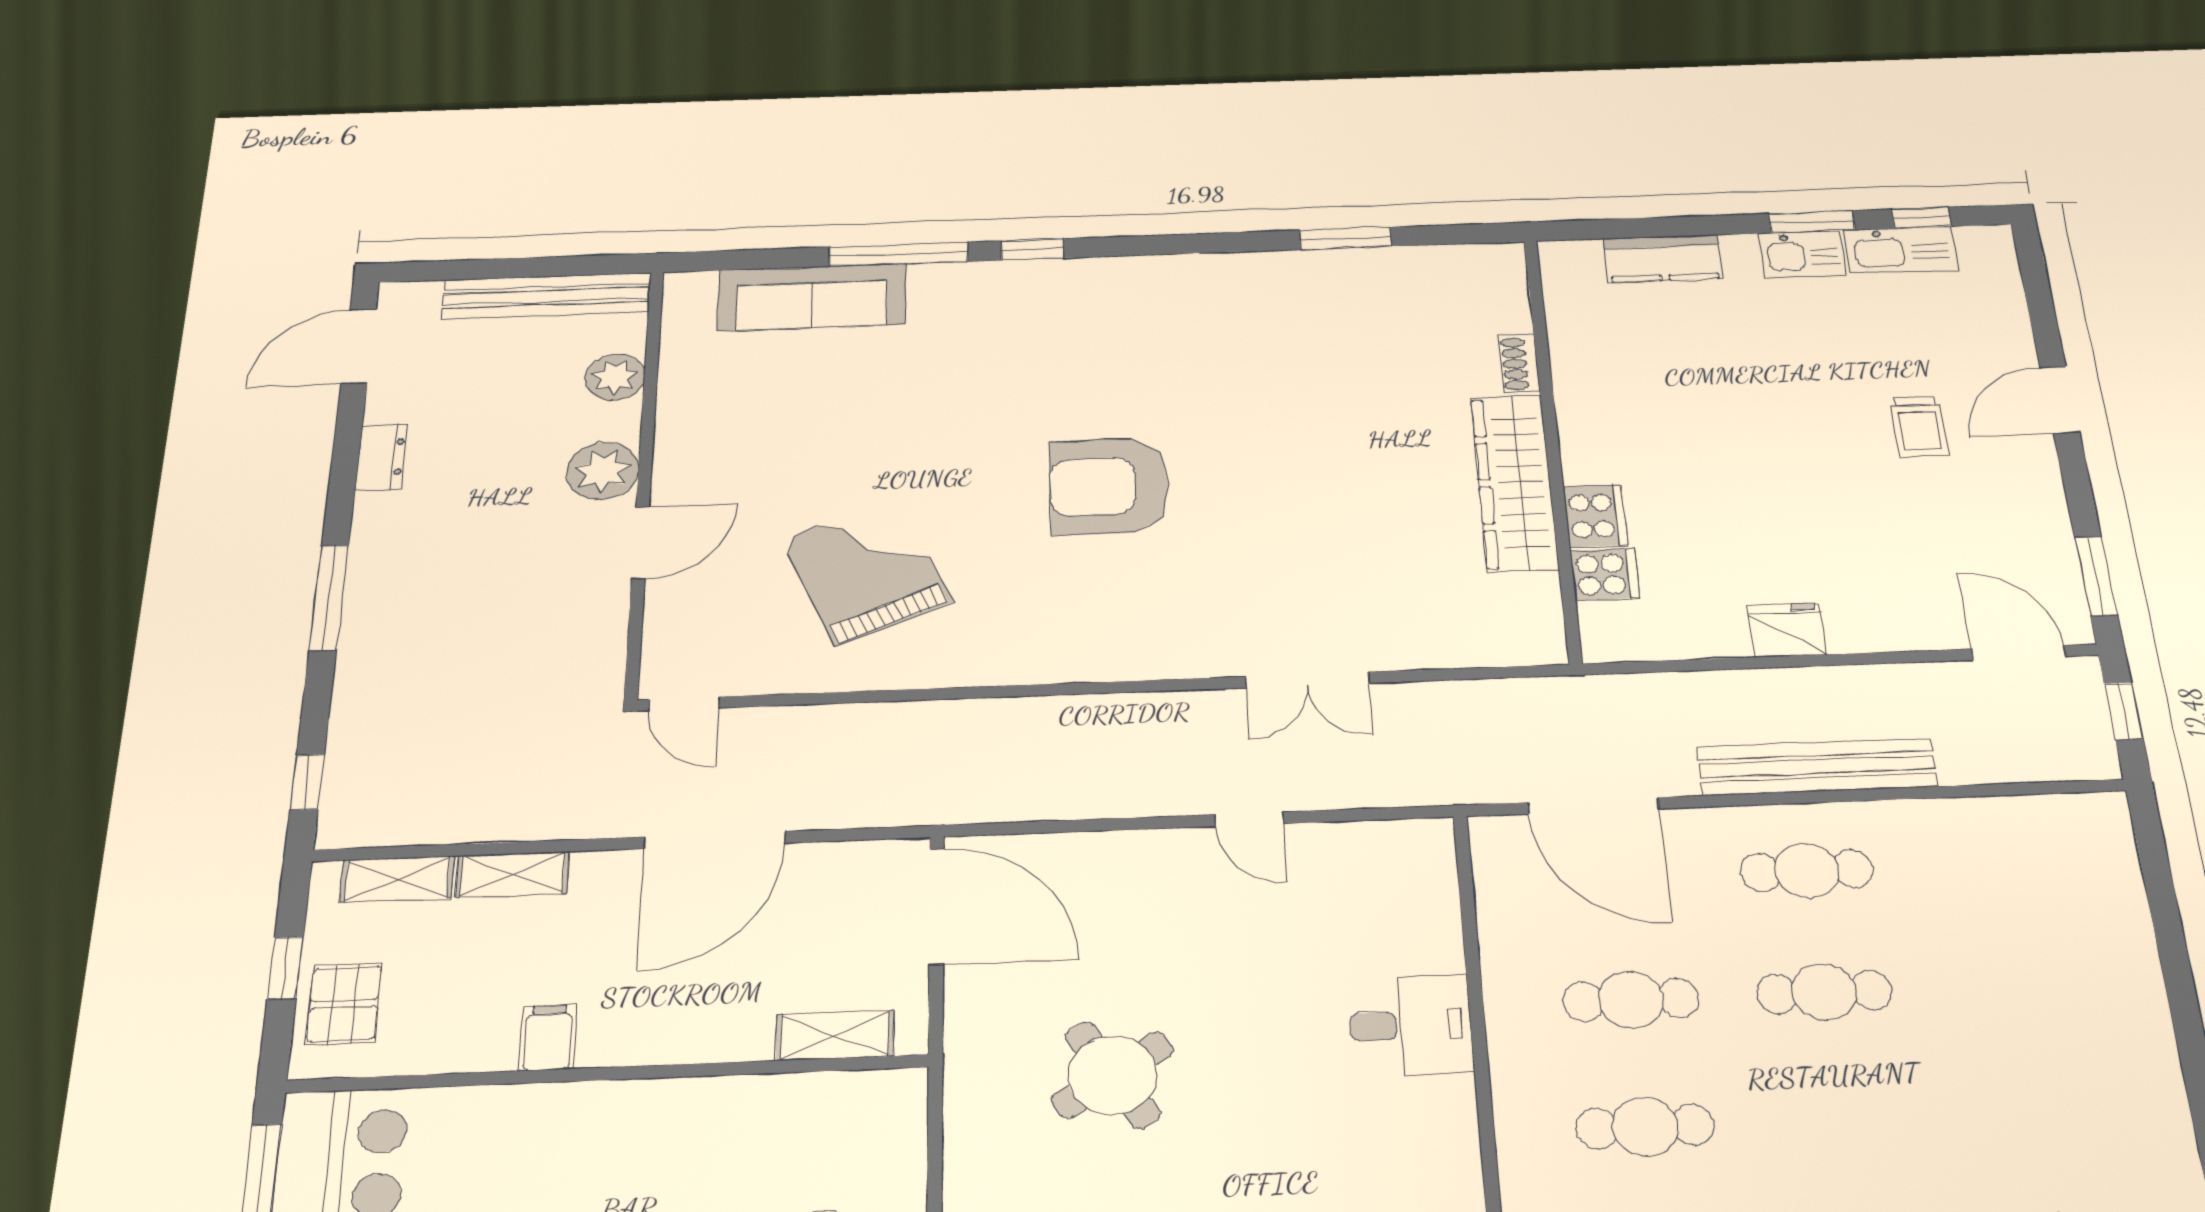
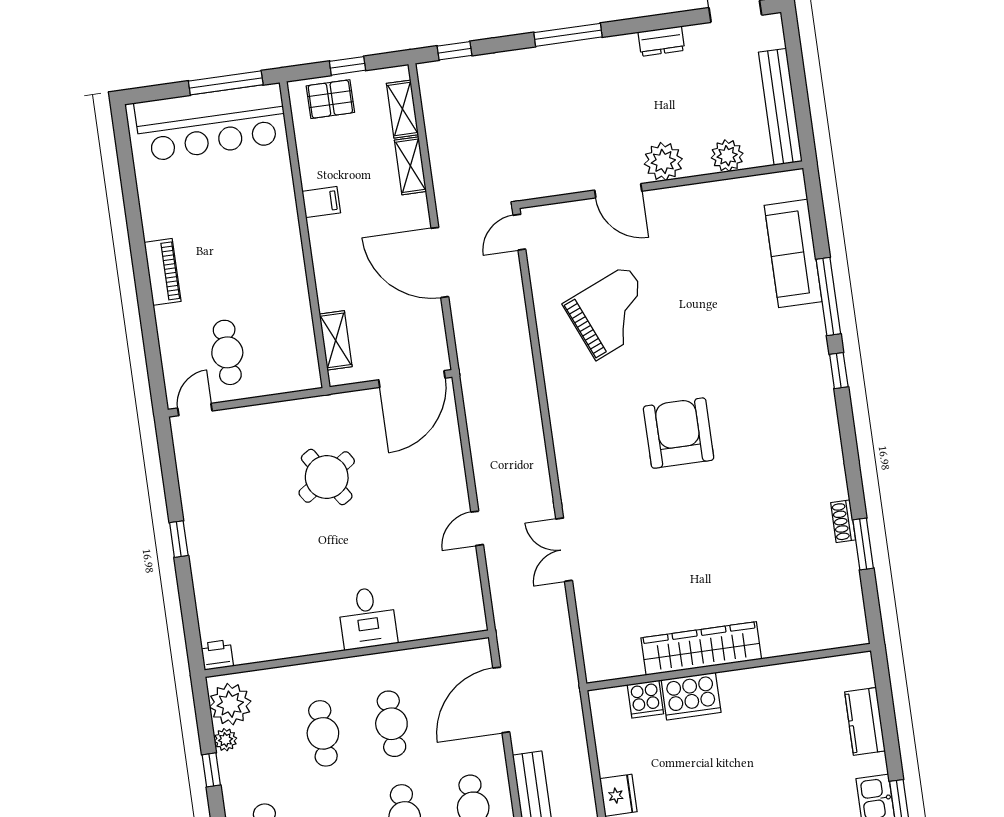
shoe rack: (1519, 364) -> (843, 521), moved, turned -90
cooker: (1595, 516) -> (691, 696), width x1.37, depth x1.31

